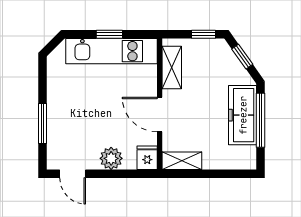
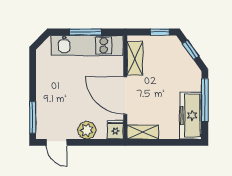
window: (109, 34) -> (85, 32), width x1.50
door: (160, 114) -> (125, 95), width x1.36
freezer: (243, 115) -> (191, 116), moved
window: (42, 123) -> (33, 117), moved

